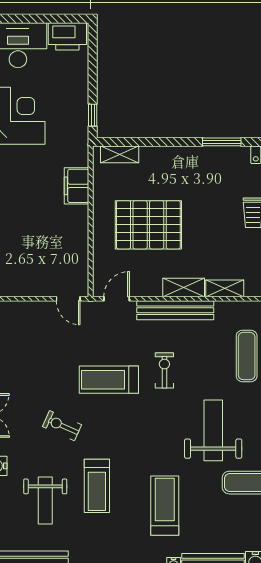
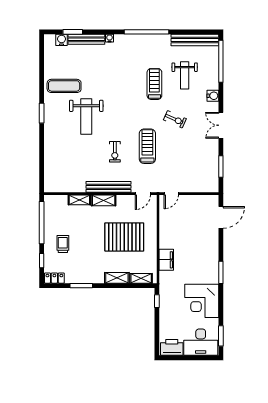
shelving: (161, 155) -> (117, 278), added
door: (68, 299) -> (171, 194), swing flipped
exercise mat: (247, 356) -> (67, 160), removed
treadmill: (109, 380) -> (147, 146), turned -90
weight bench: (45, 500) -> (185, 75), turned 180
treadmill: (165, 506) -> (115, 72), removed

